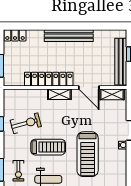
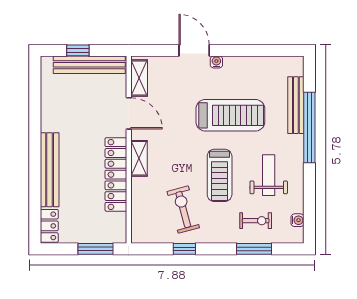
bench: (69, 36) -> (50, 170), moved
door: (89, 87) -> (129, 113), hinge flipped
treadmill: (48, 147) -> (220, 175), turned 180

